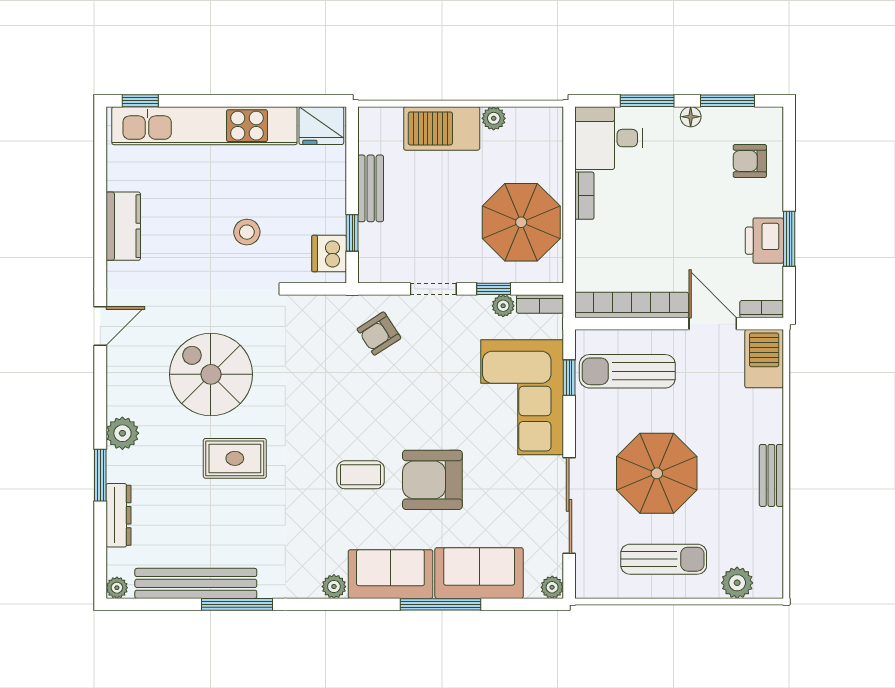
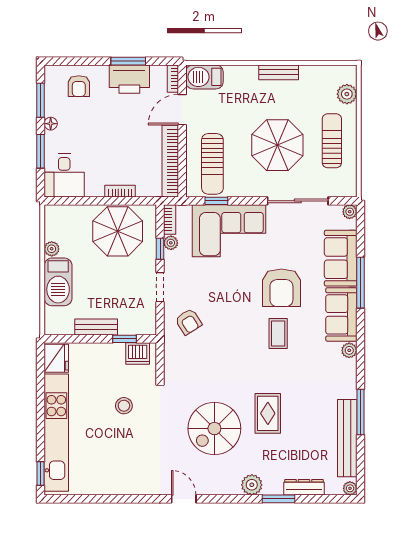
bookcase: (584, 196) -> (120, 191), moved
kitchen counter: (123, 226) -> (120, 484), removed
printer: (764, 241) -> (129, 79), width x1.37, depth x1.19

